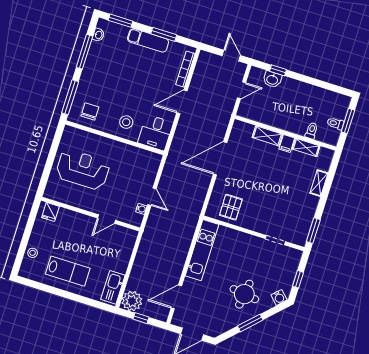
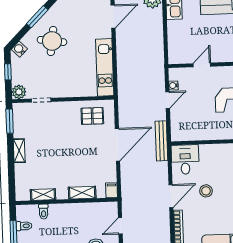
stool: (126, 122) -> (206, 191), moved
filing cabinet: (287, 143) -> (112, 190), moved
door: (220, 158) -> (117, 145), moved
bench: (172, 159) -> (161, 141), added
shelving: (319, 183) -> (19, 151), moved
door: (152, 197) -> (168, 100), swing flipped
pallet: (231, 207) -> (92, 116), turned 90
plant: (294, 256) -> (19, 92), added

